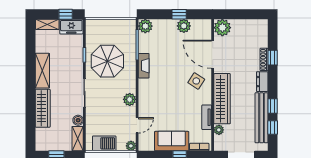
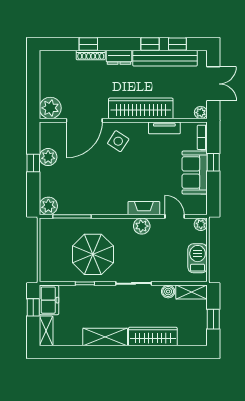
fireplace: (144, 66) -> (144, 208), moved
plant: (219, 130) -> (201, 113), moved

